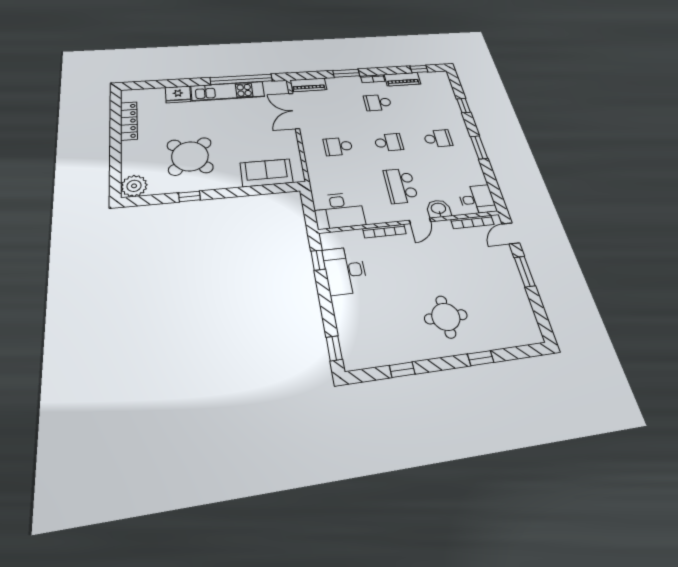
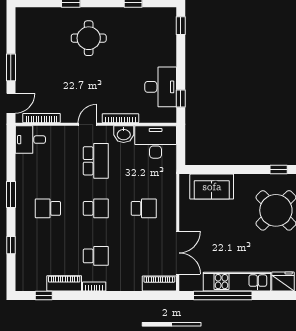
window: (346, 73) -> (119, 295), removed
school desk: (389, 142) -> (96, 208), turned 180
washbasin: (439, 209) -> (124, 134), moved

